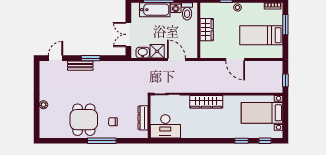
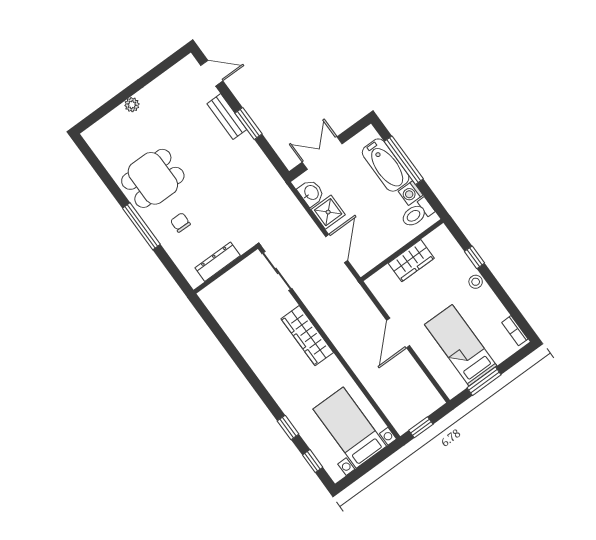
window: (285, 25) -> (484, 381), moved
desk: (165, 126) -> (229, 303), removed

